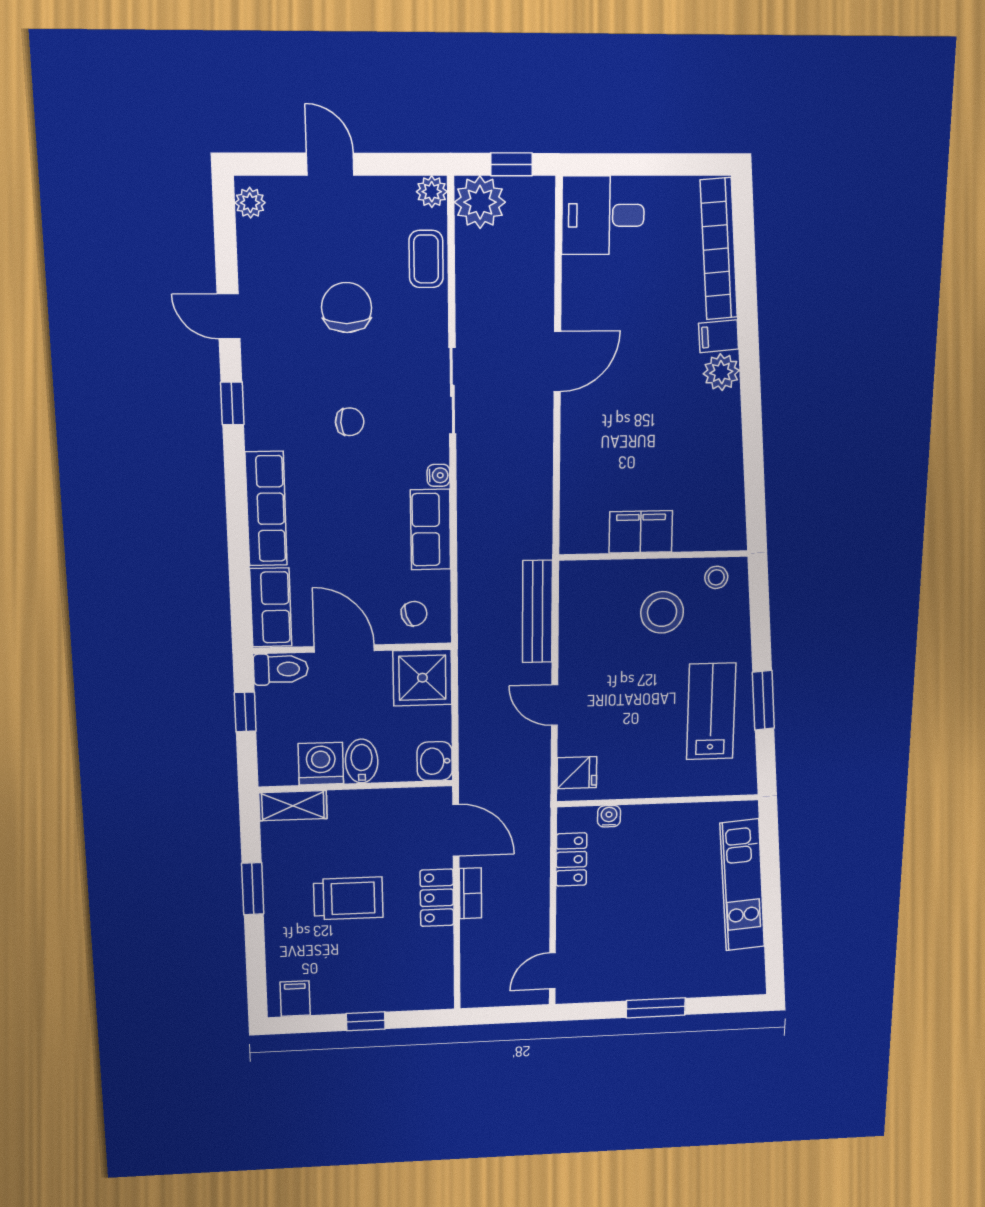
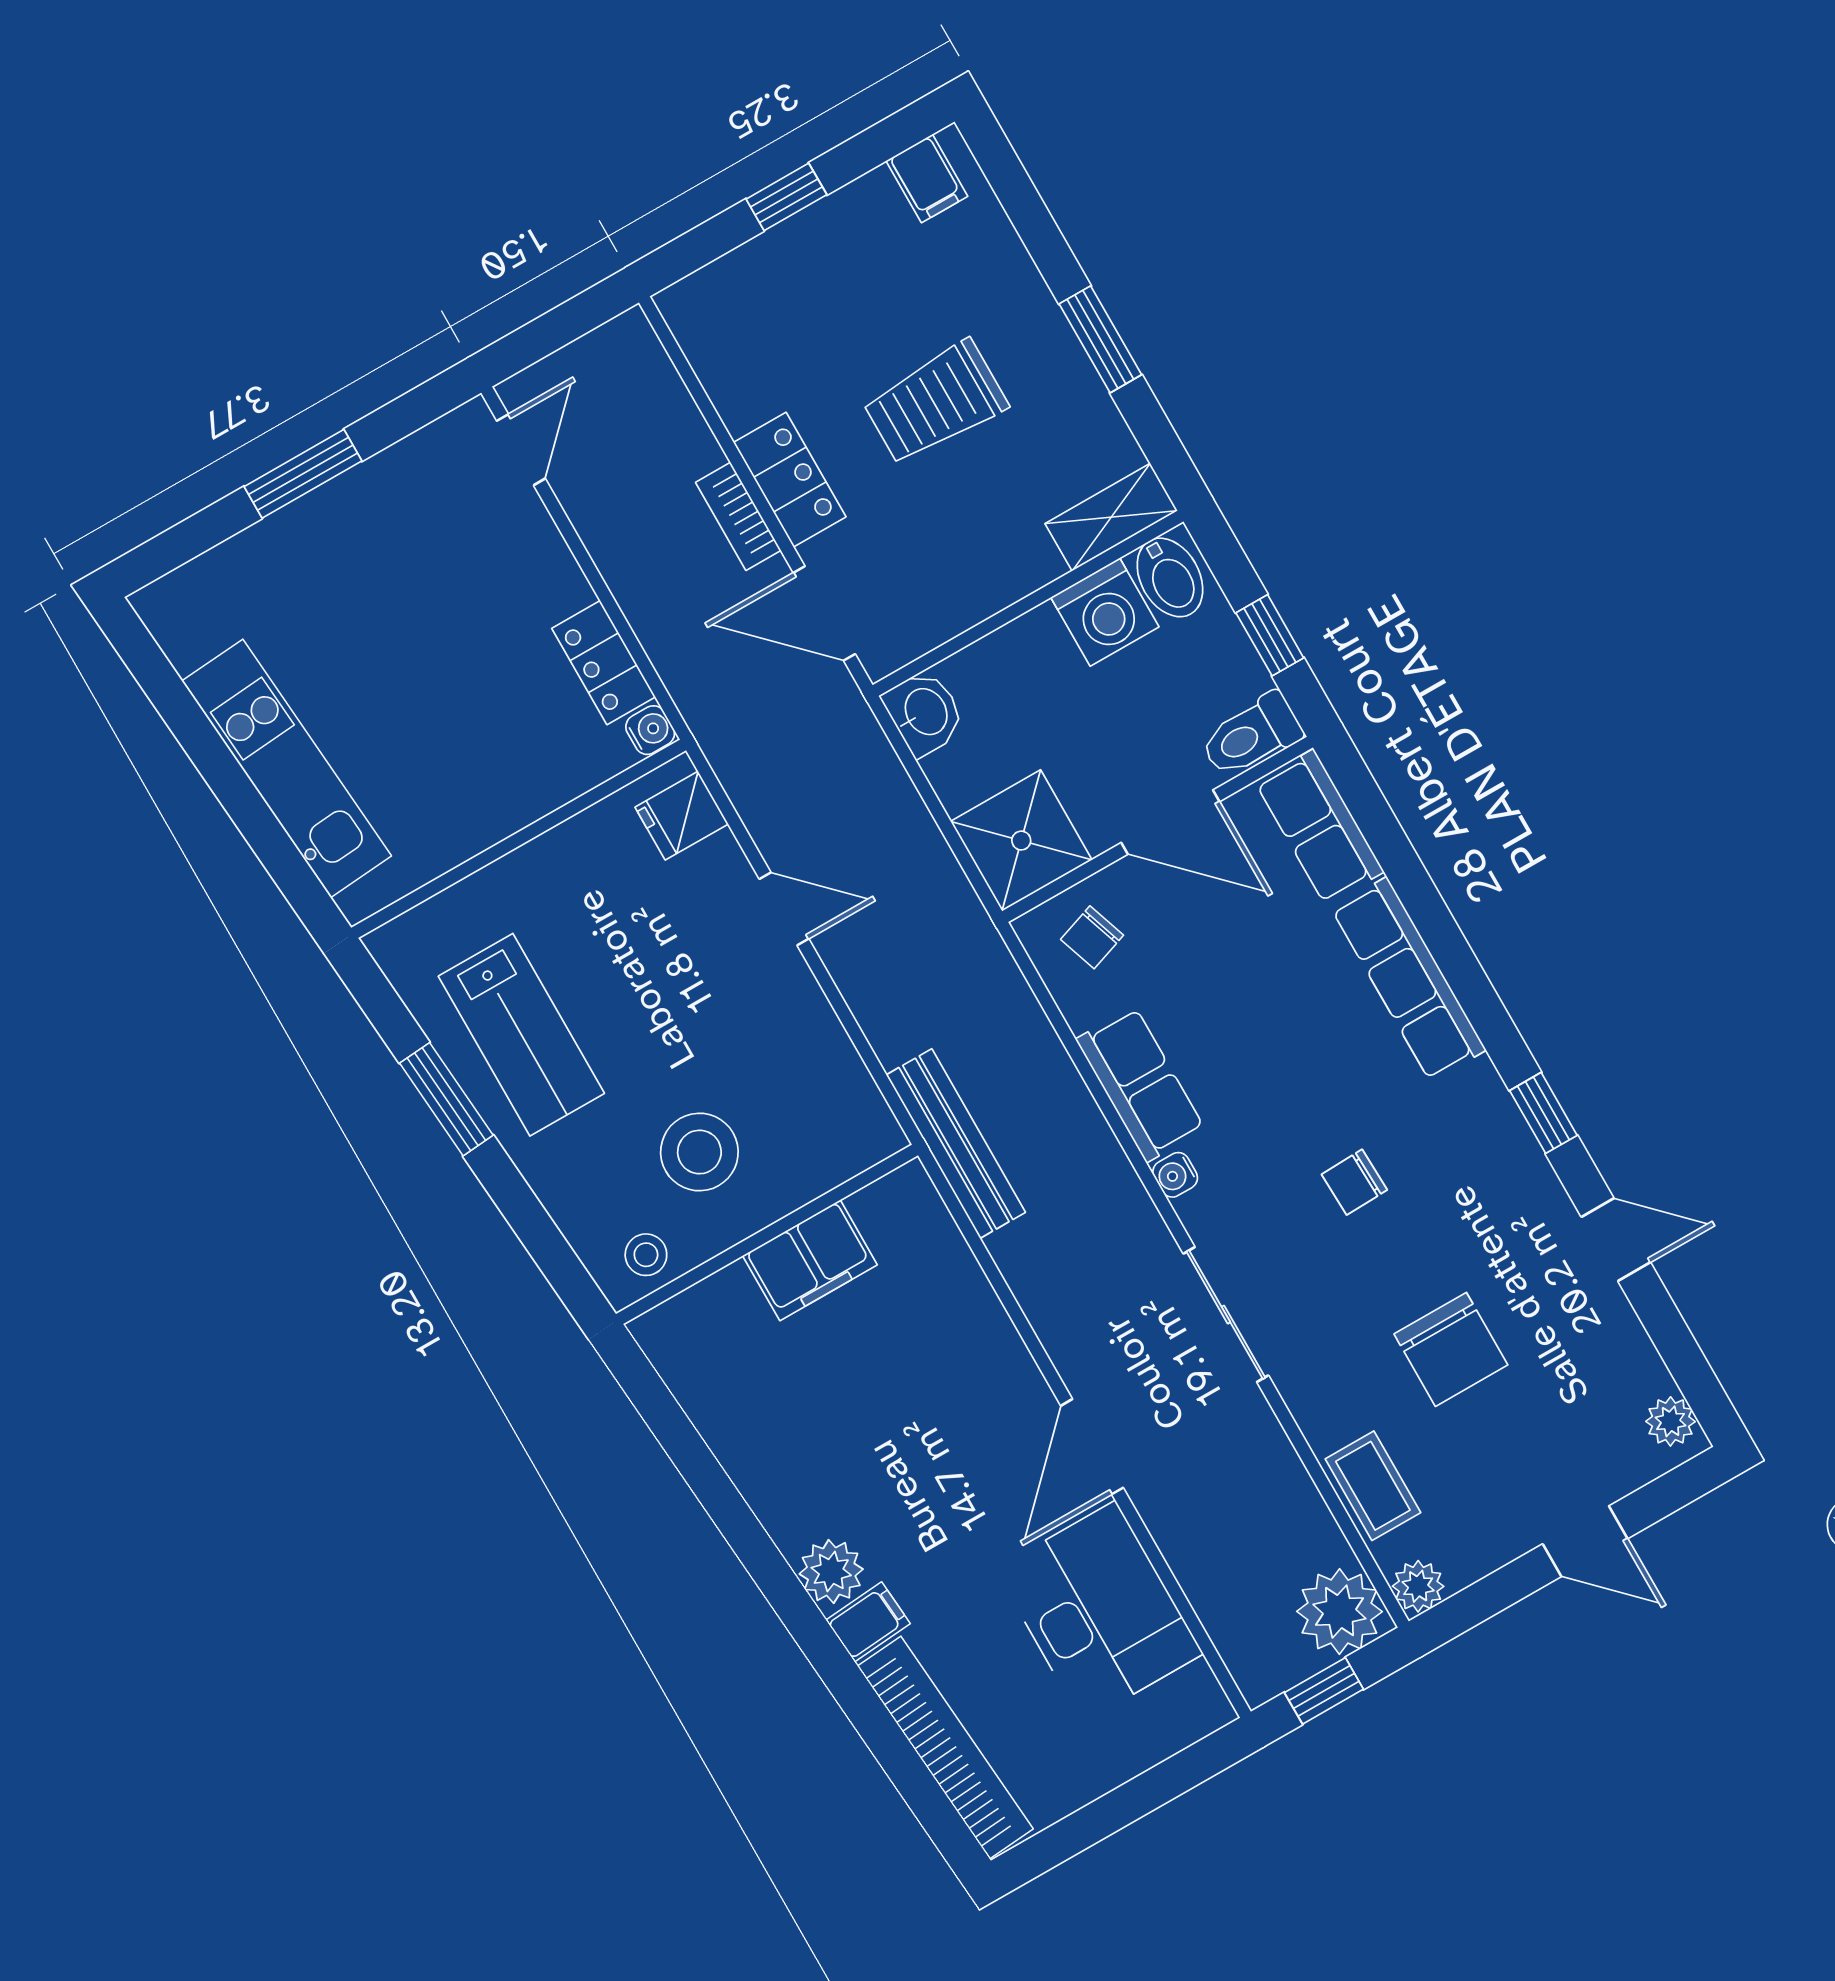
desk: (603, 215) -> (1099, 1612), moved, width x1.37
bench: (537, 612) -> (956, 1144), moved
bidet: (362, 761) -> (1170, 577), moved
water cooler: (609, 816) -> (650, 730), moved, turned -90

